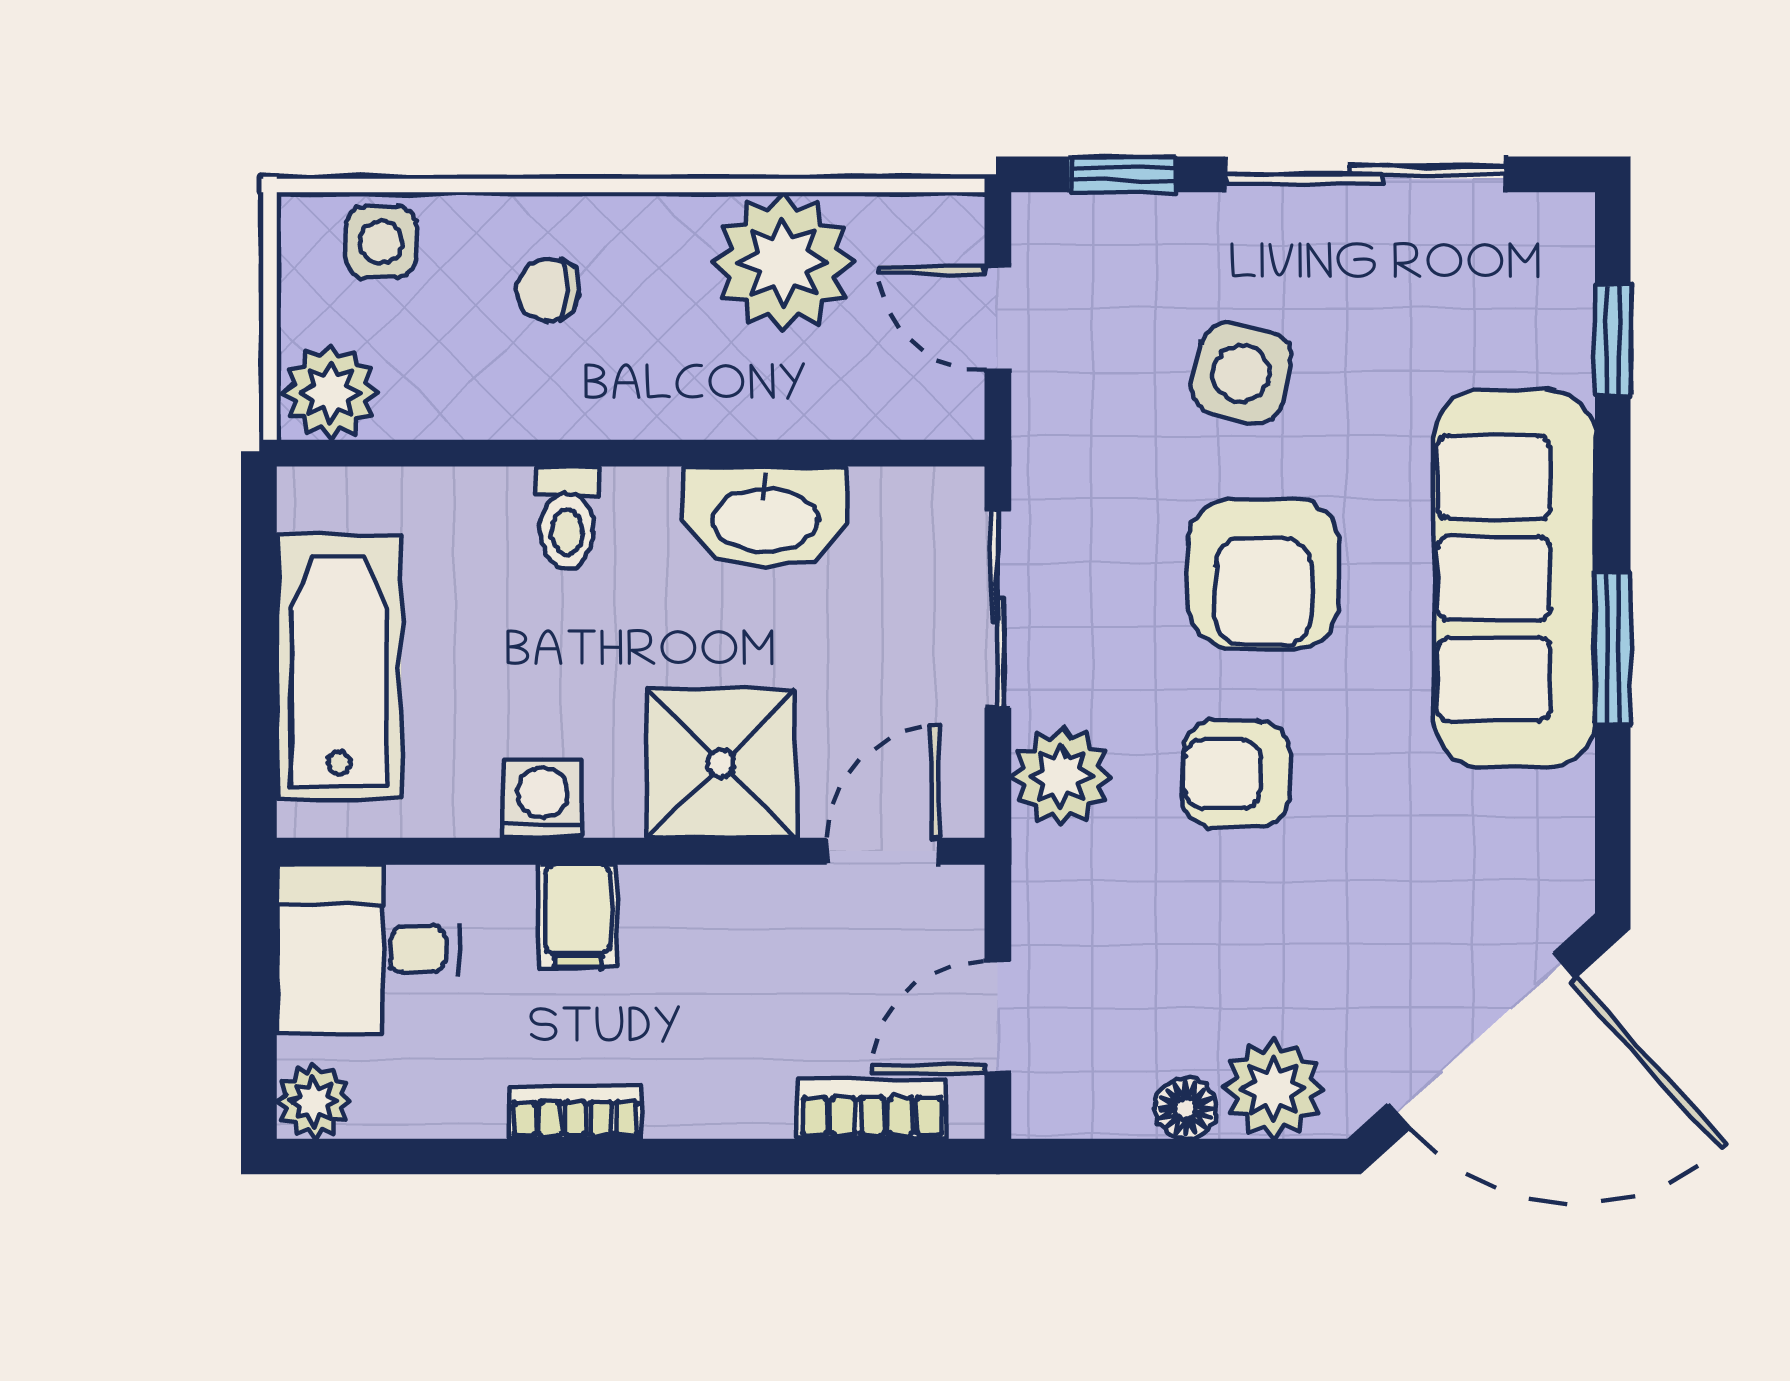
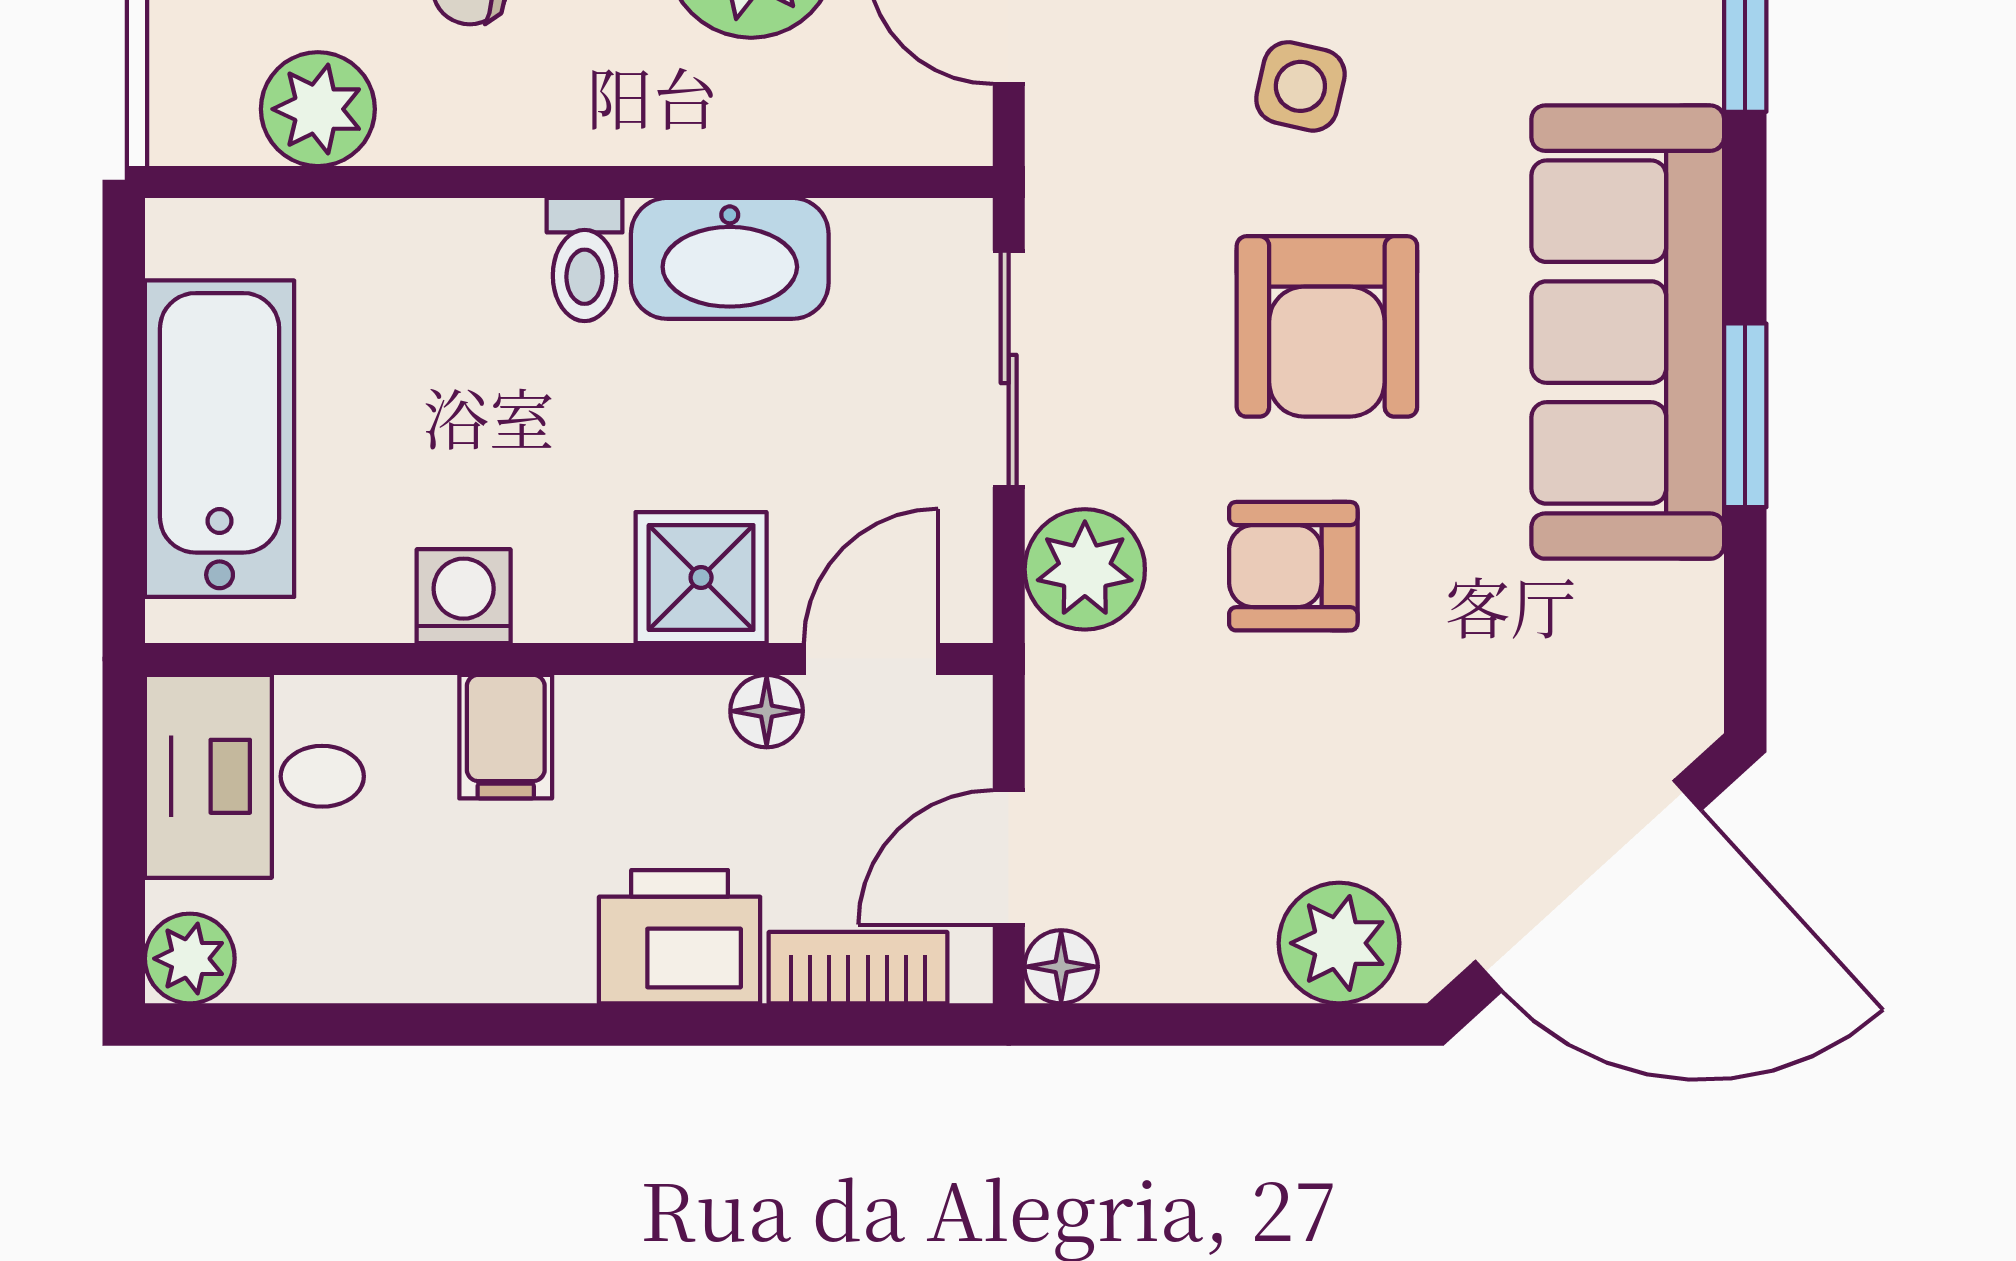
side table: (1241, 373) -> (1300, 86), width x0.73, depth x0.73
plant: (330, 392) -> (318, 109), moved
toilet: (567, 518) -> (585, 260), moved
shower: (721, 763) -> (701, 578), width x0.73, depth x0.73
floor lamp: (796, 895) -> (767, 711), added
printer: (723, 1083) -> (680, 937), added
floor lamp: (1186, 1108) -> (1061, 967), moved
bookcase: (576, 1112) -> (503, 972), removed

